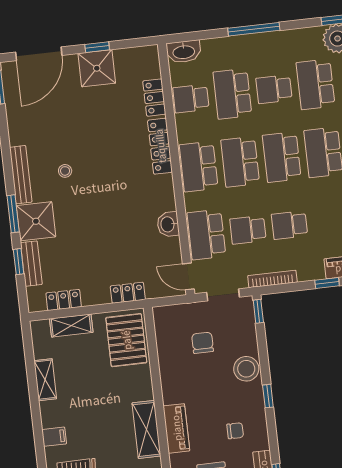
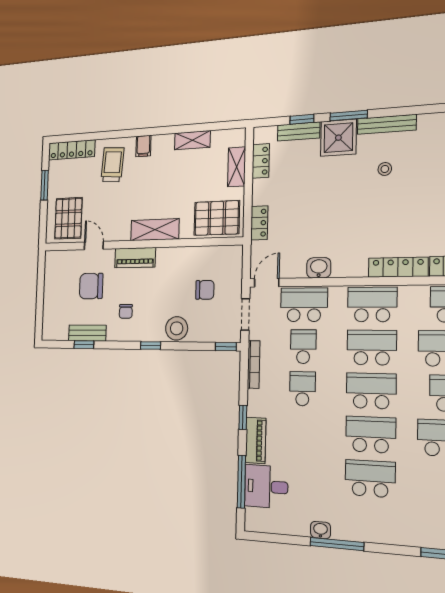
shelving: (146, 429) -> (155, 230), moved

